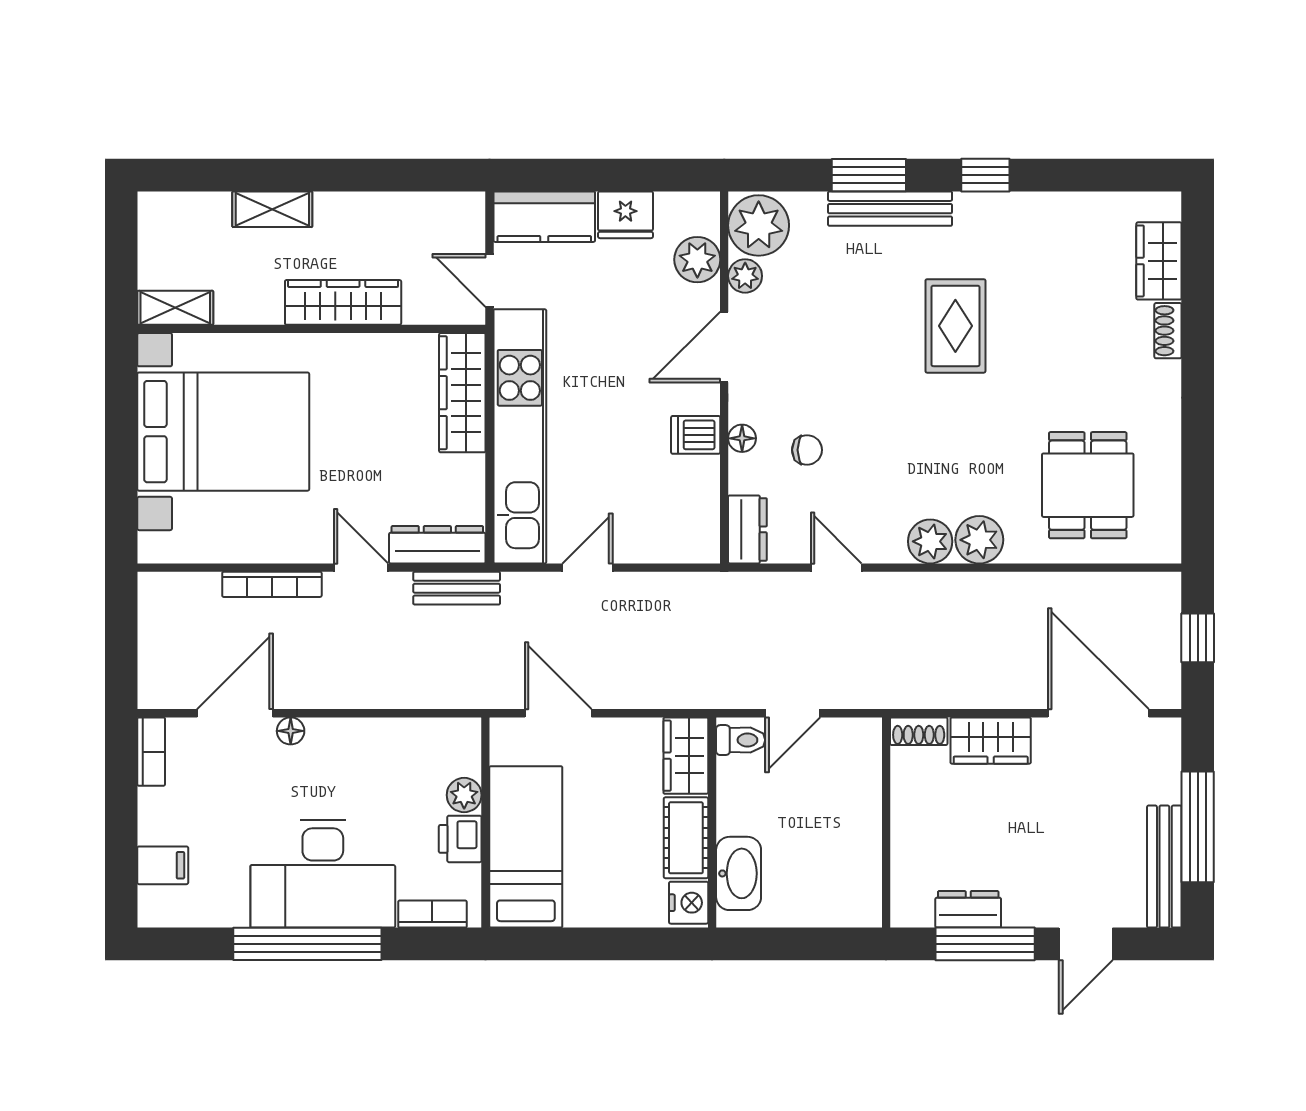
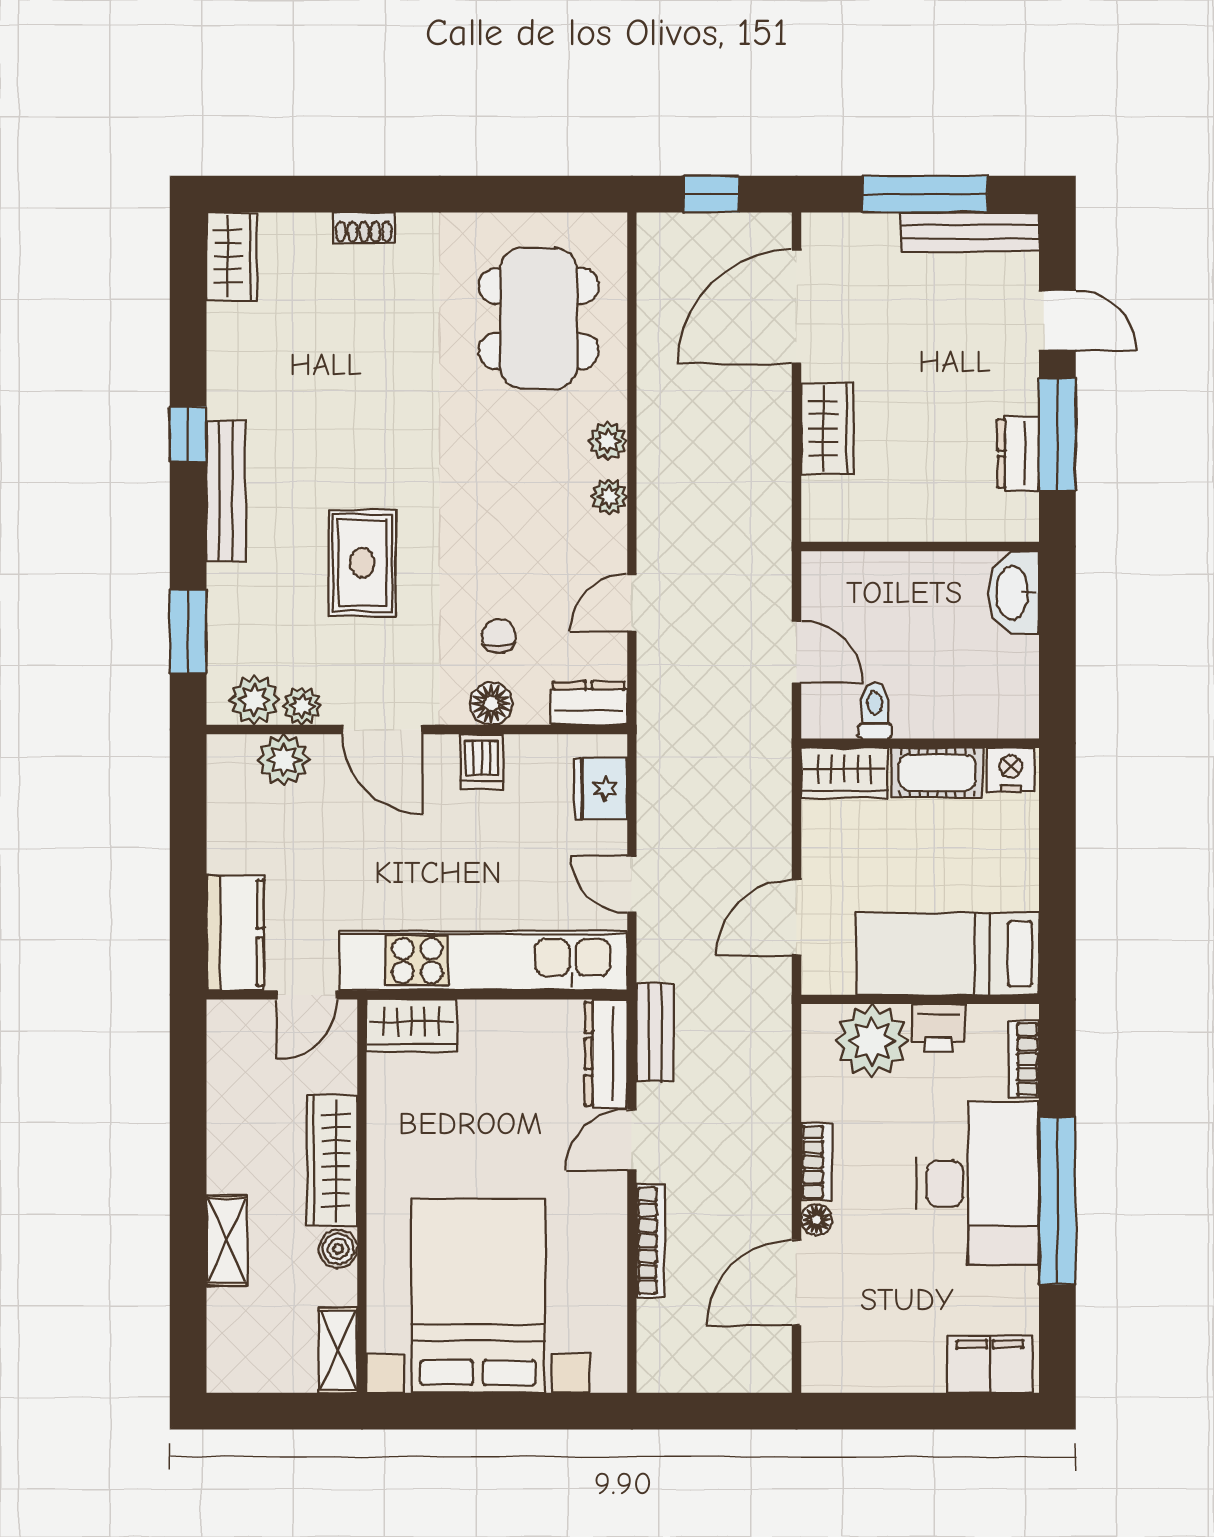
window: (869, 175) -> (188, 631), moved
bench: (890, 209) -> (226, 491), moved
fridge: (625, 215) -> (601, 788), moved, turned 180
plant: (759, 225) -> (254, 700), width x0.73, depth x0.73
wardrobe: (1159, 261) -> (232, 256), moved, turned -90
boiler: (265, 308) -> (338, 1249), added
rug: (955, 326) -> (362, 563), moved, turned 90
wardrobe: (462, 393) -> (412, 1026), width x0.67
floor lamp: (742, 438) -> (491, 704), width x1.37, depth x1.37
dining table: (1088, 485) -> (539, 318), width x1.38
plant: (979, 540) -> (608, 441), width x0.73, depth x0.73
plant: (930, 541) -> (609, 497), width x0.73, depth x0.73
door: (235, 713) -> (797, 1283), hinge flipped
shoe rack: (919, 731) -> (817, 510), removed
toilet: (741, 740) -> (875, 711), moved
bookcase: (151, 752) -> (817, 1162), moved, turned 90
plant: (464, 795) -> (872, 1041), width x1.88, depth x1.88
filing cabinet: (163, 865) -> (990, 1364), width x2.00
washbasin: (739, 873) -> (1014, 593), moved, turned -90

